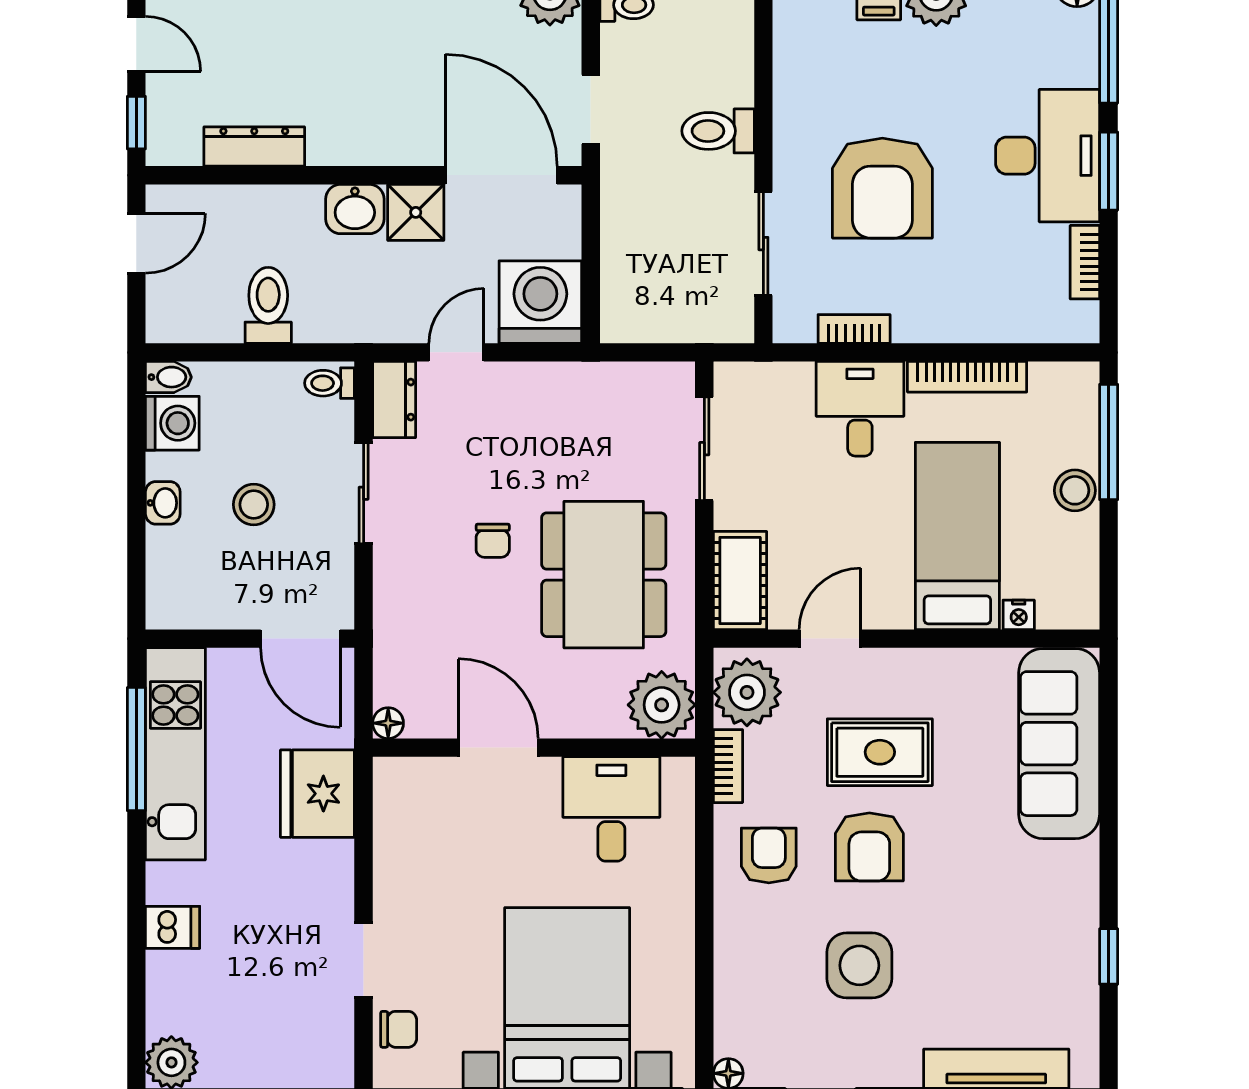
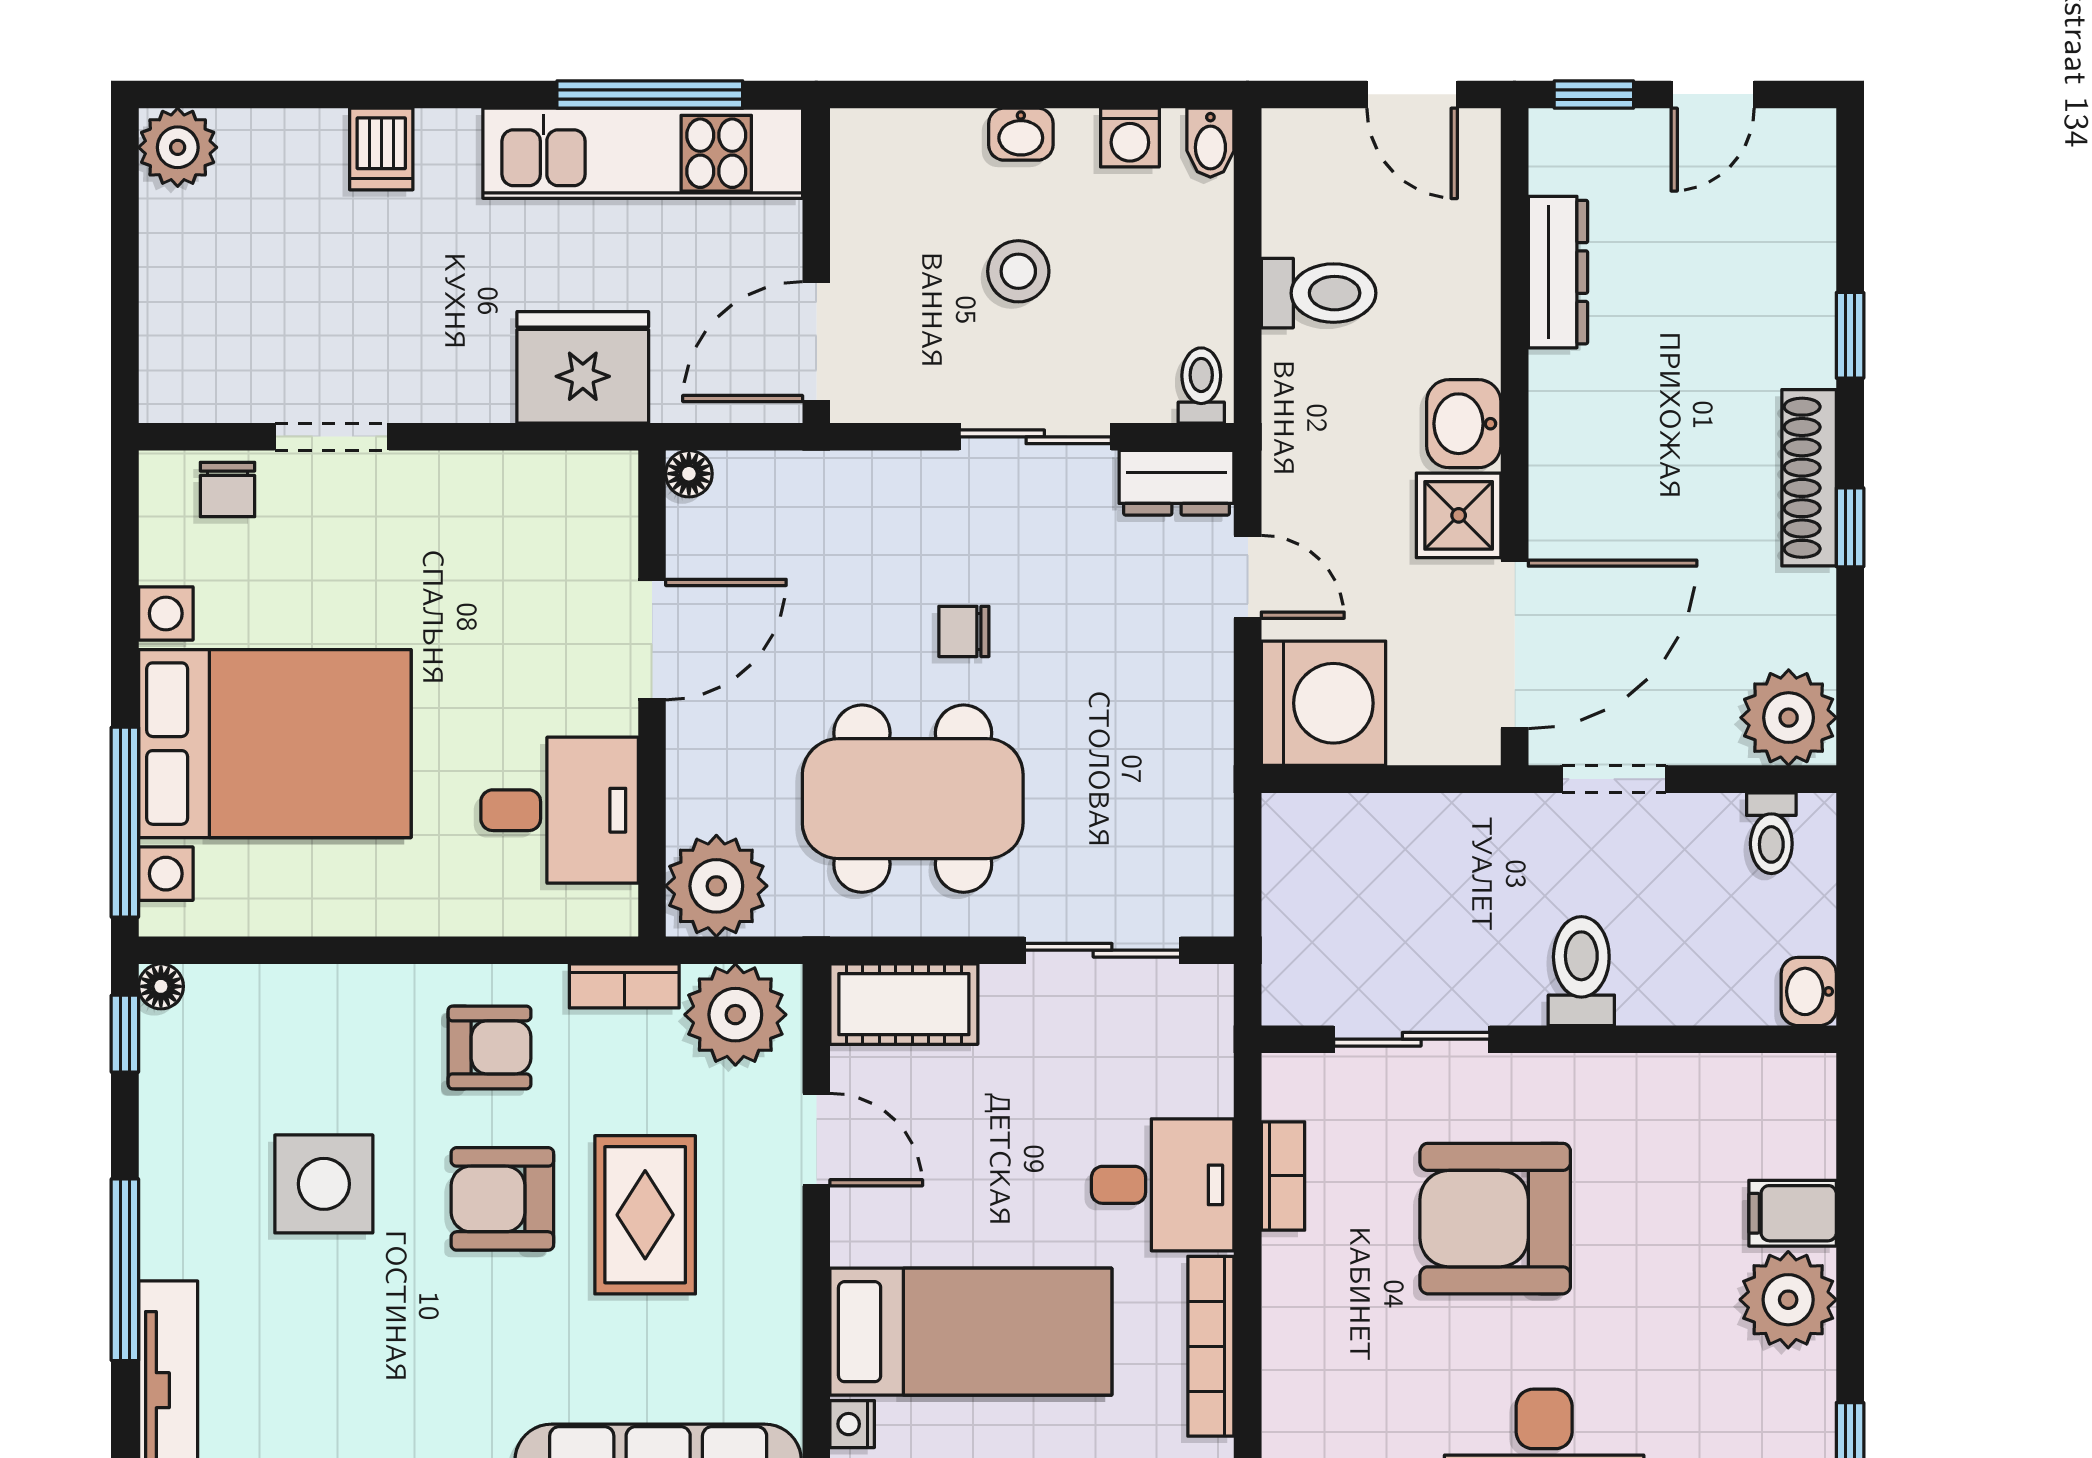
washing machine: (172, 423) -> (1130, 138), width x0.73, depth x0.73

